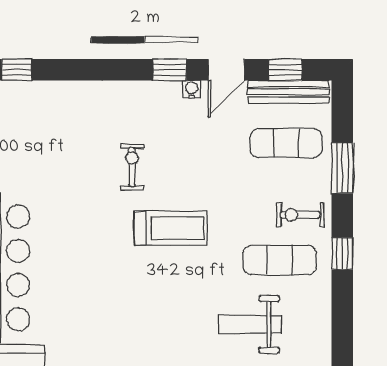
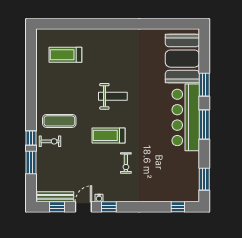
exercise mat: (286, 143) -> (56, 174), removed
window: (342, 254) -> (31, 138), moved
weight bench: (250, 324) -> (113, 96), moved

